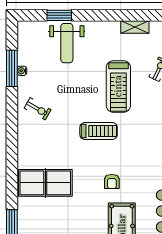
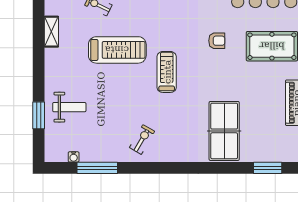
weight bench: (67, 43) -> (69, 107), width x0.73, depth x0.75
water cooler: (22, 71) -> (74, 157), moved
armchair: (112, 182) -> (217, 41), moved

